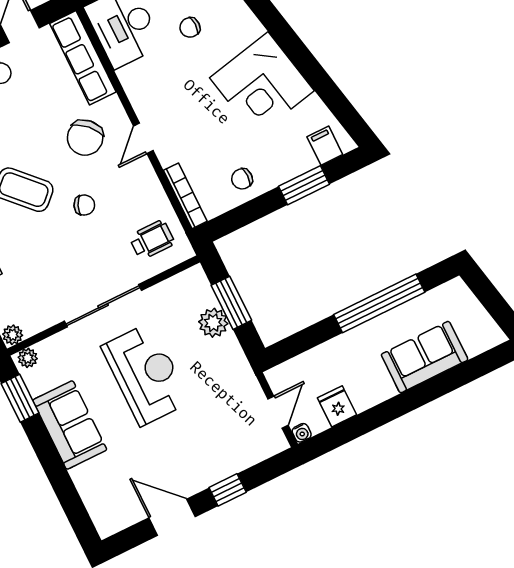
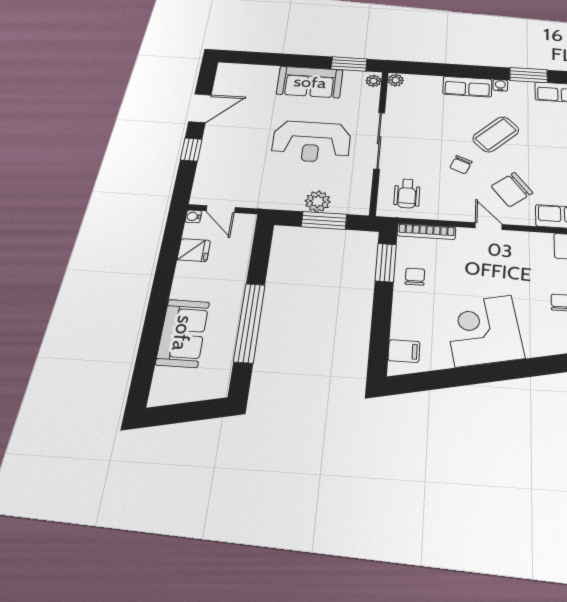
chair: (85, 138) -> (512, 189), turned -83
window: (304, 185) -> (386, 263), moved

